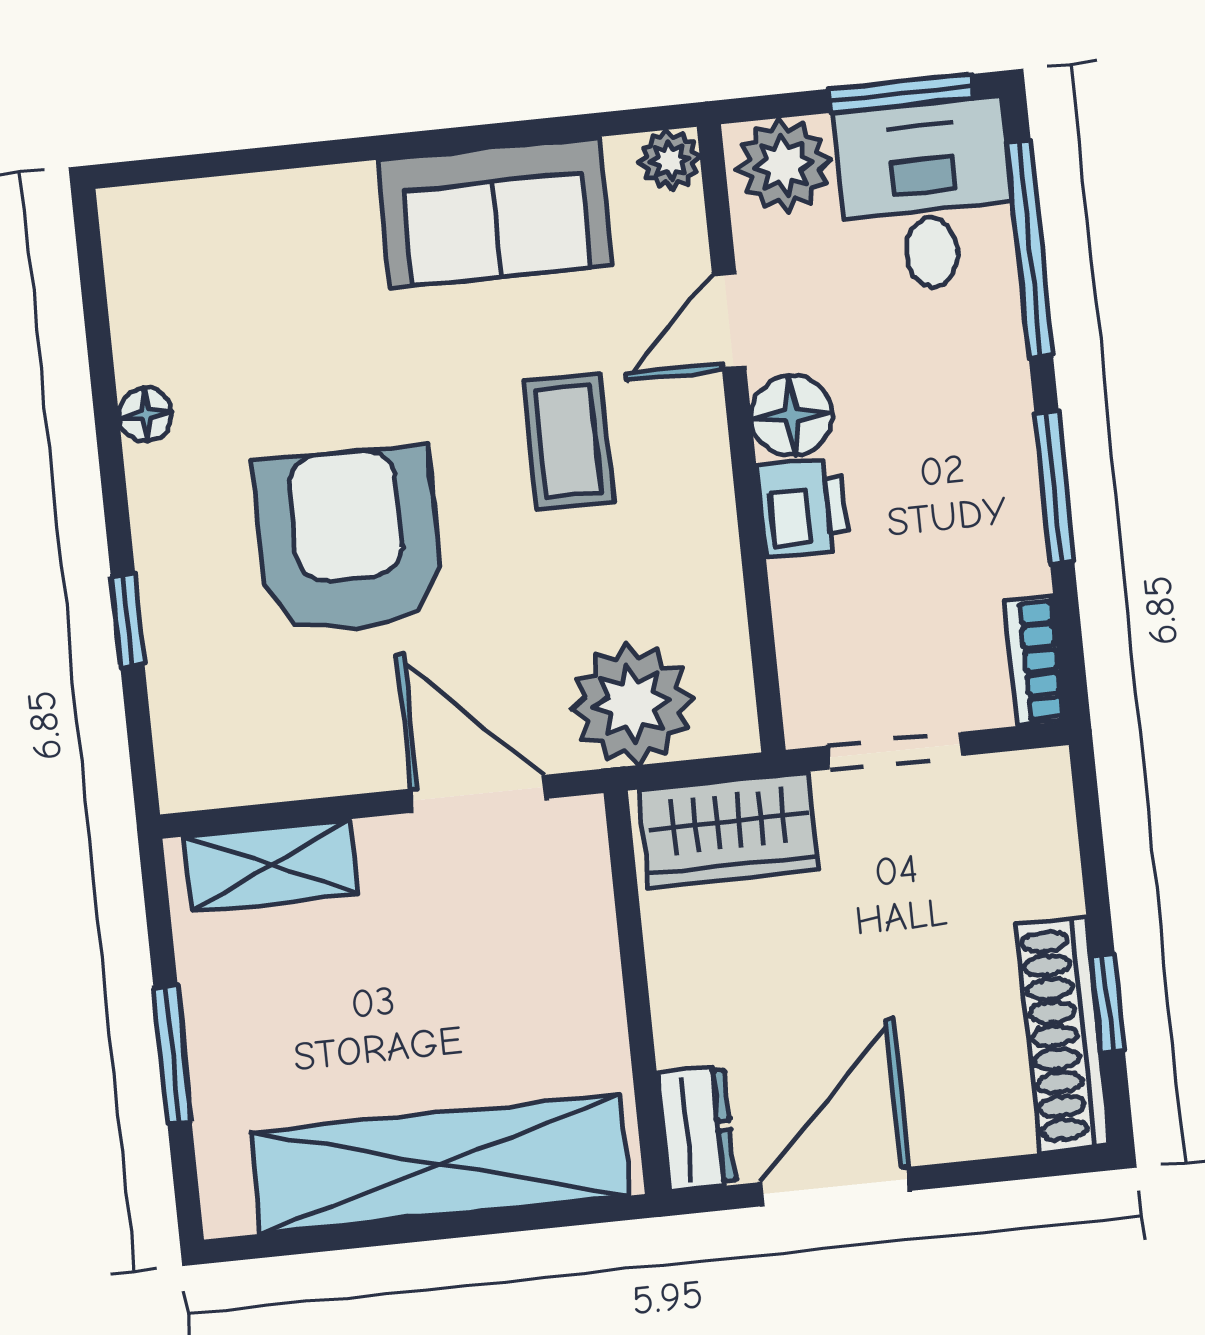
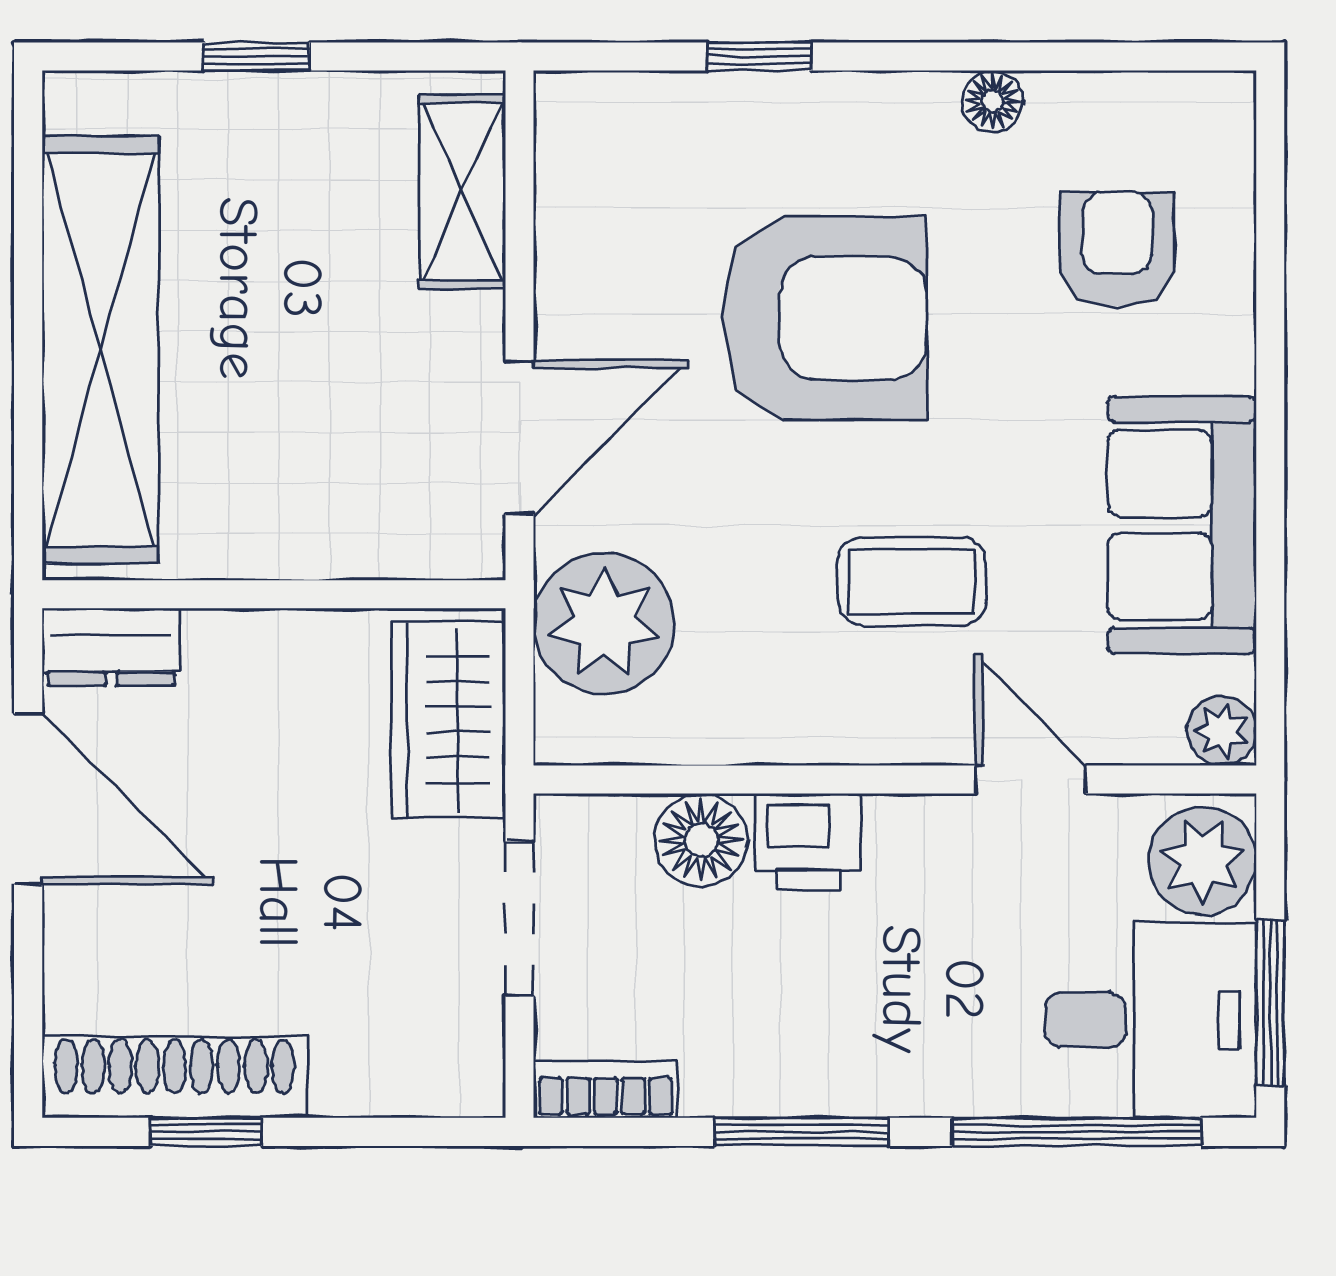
armchair: (262, 294) -> (1117, 249), added
floor lamp: (792, 416) -> (701, 840), moved
window: (173, 1055) -> (257, 56), width x0.67

